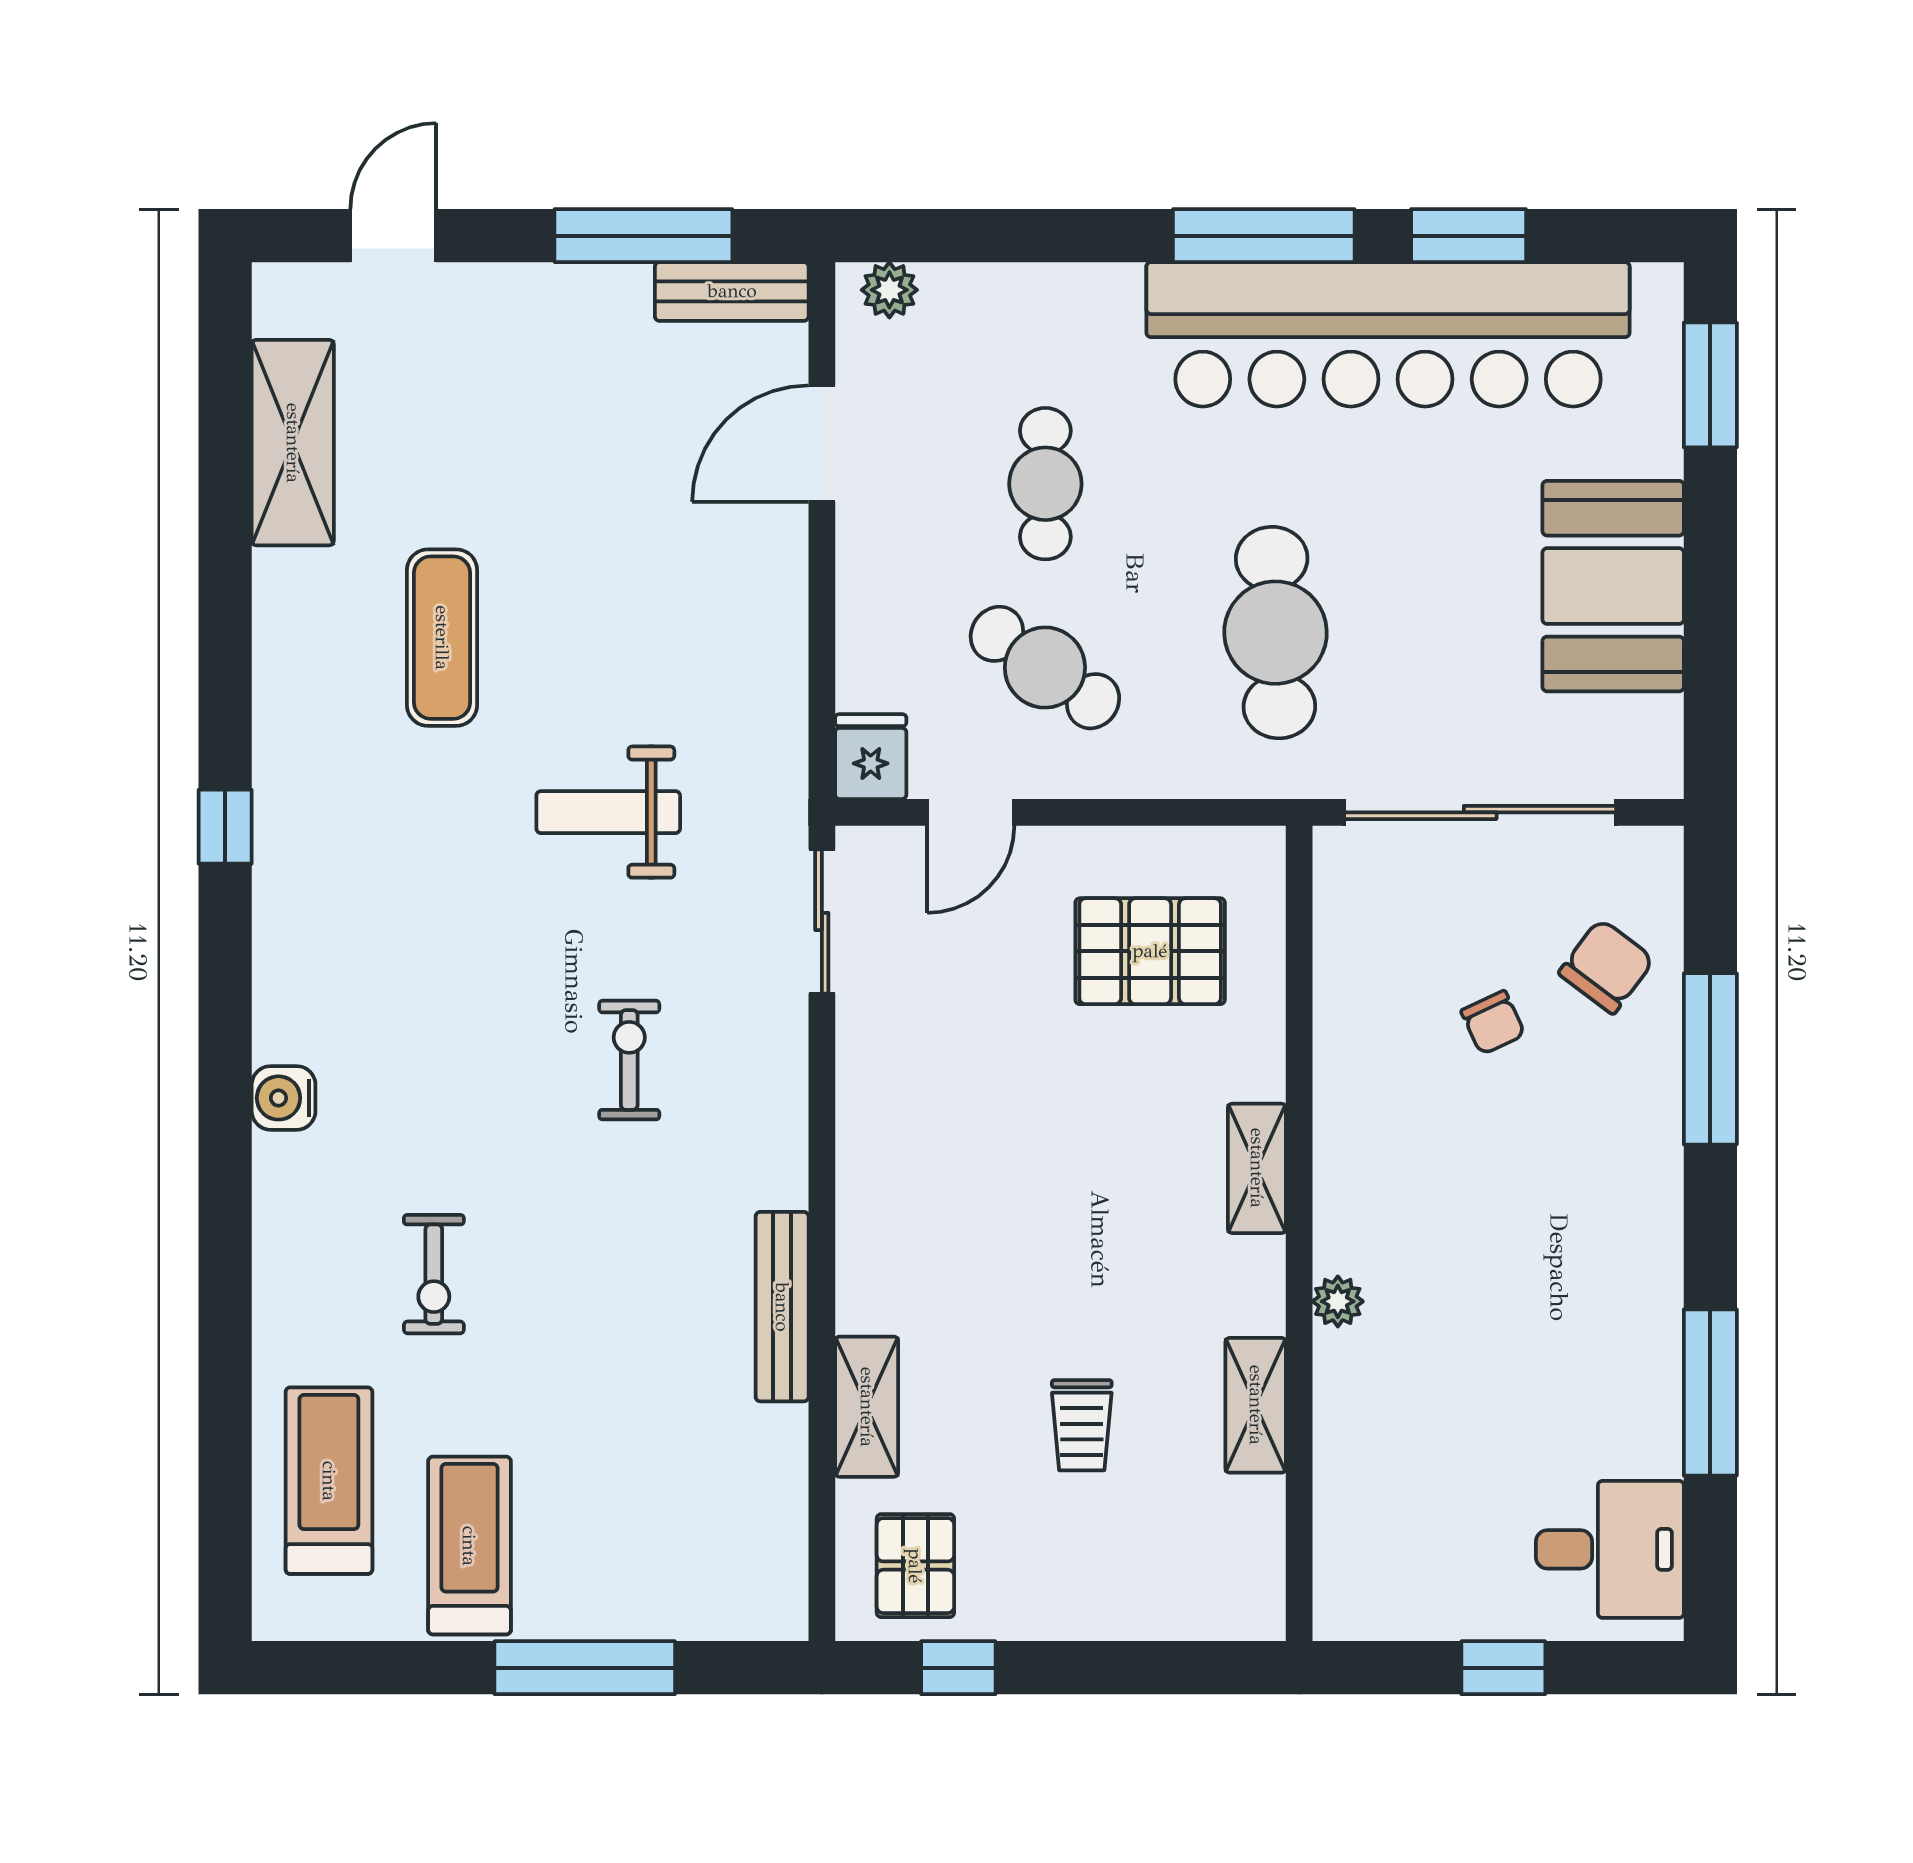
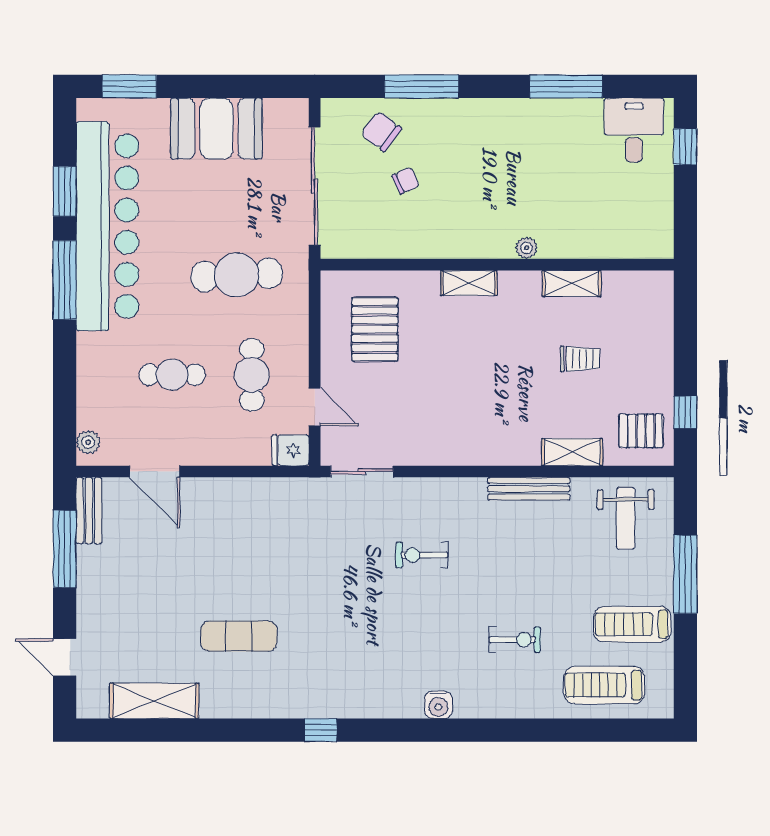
cafe table: (1045, 668) -> (252, 375), turned -35
weight bench: (608, 812) -> (626, 518), moved
window: (1503, 1668) -> (685, 147), moved

